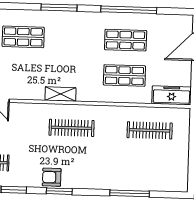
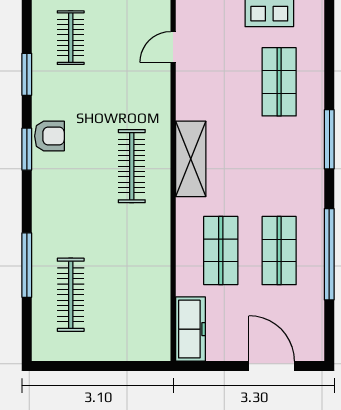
shelving: (61, 94) -> (191, 159), width x1.50, depth x1.33
clothes rail: (150, 130) -> (71, 295), moved
armchair: (52, 177) -> (49, 136), turned 90

